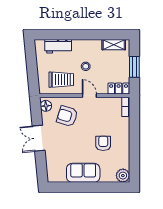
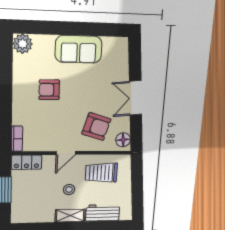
shelving: (114, 45) -> (70, 216), moved
door: (89, 96) -> (66, 153), hinge flipped
double door: (39, 138) -> (136, 98), swing flipped
armchair: (103, 143) -> (49, 90), turned 90

